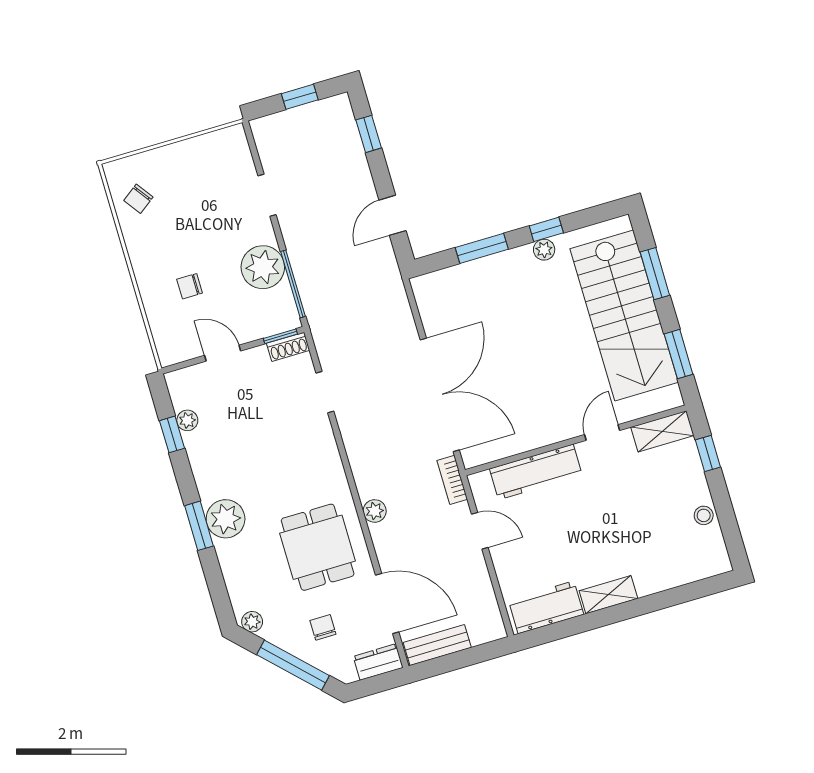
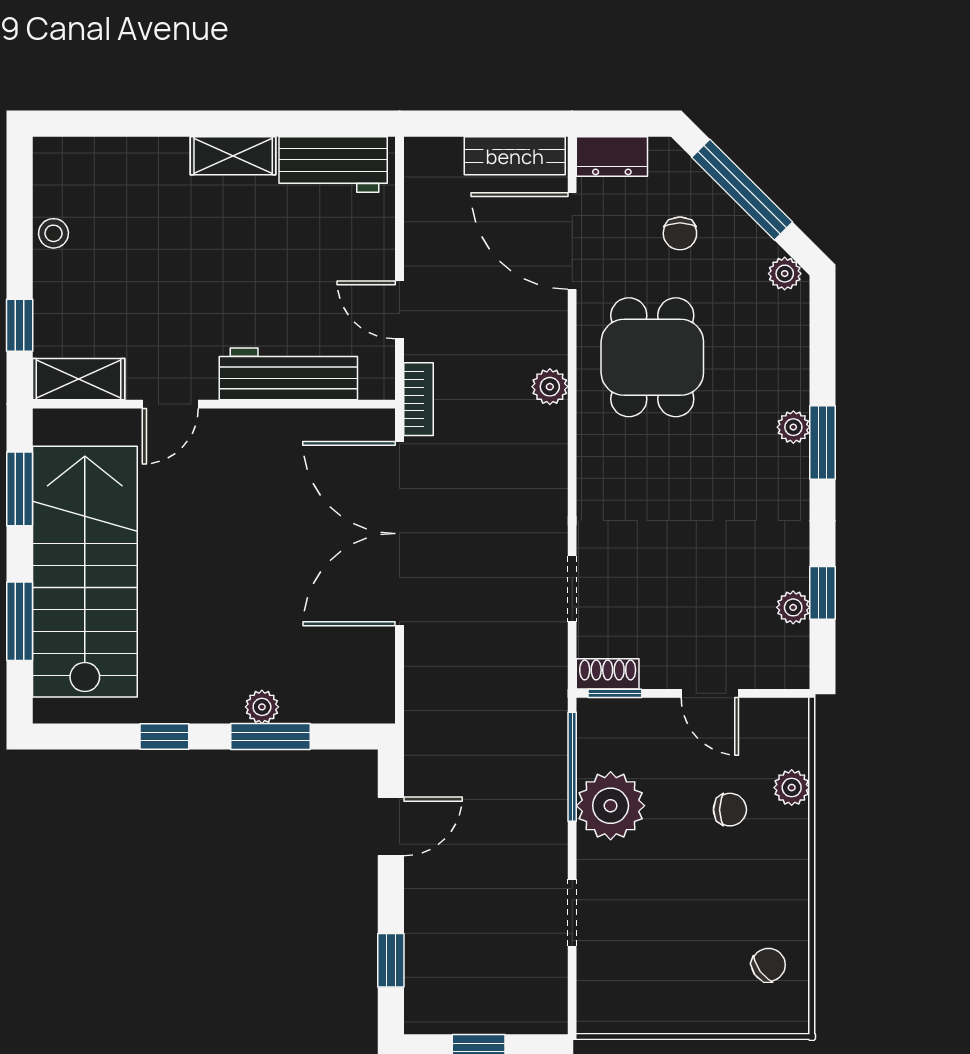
plant: (544, 250) -> (262, 707), moved
plant: (156, 311) -> (792, 788), added
plant: (226, 519) -> (793, 427), width x0.53, depth x0.53

